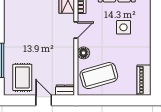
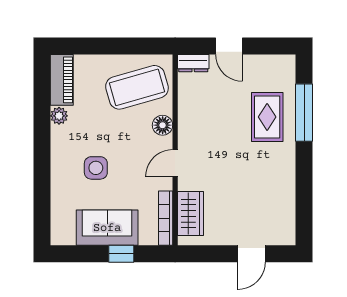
plant: (146, 59) -> (59, 116), added
rug: (22, 77) -> (267, 117), moved

